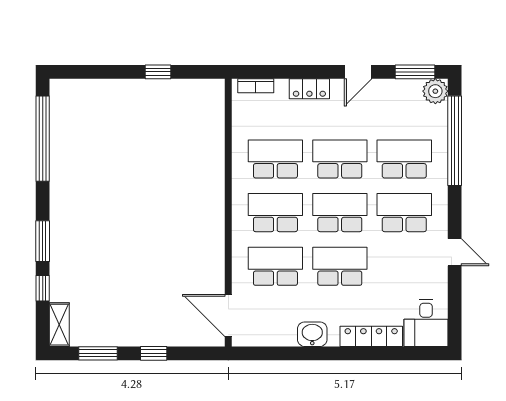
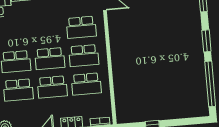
window: (43, 241) -> (206, 41), moved
school desk: (340, 266) -> (47, 30), removed

